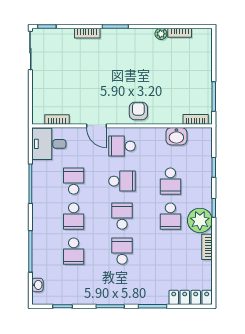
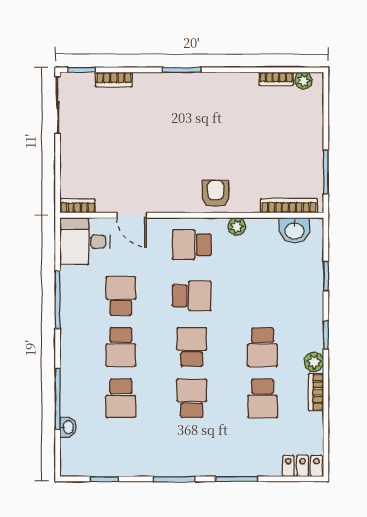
bookcase: (87, 33) -> (114, 79), moved
plant: (161, 34) -> (303, 81), moved
bookcase: (196, 119) -> (289, 206), width x1.56
bookcase: (57, 120) -> (78, 206), moved
door: (96, 126) -> (132, 215), moved
plant: (153, 134) -> (237, 226), added
washbasin: (176, 136) -> (295, 230), moved
school desk: (170, 181) -> (263, 398), moved
plant: (200, 220) -> (314, 362), width x0.53, depth x0.53
washbasin: (37, 285) -> (68, 427), moved
locker: (190, 297) -> (302, 466), width x0.66

